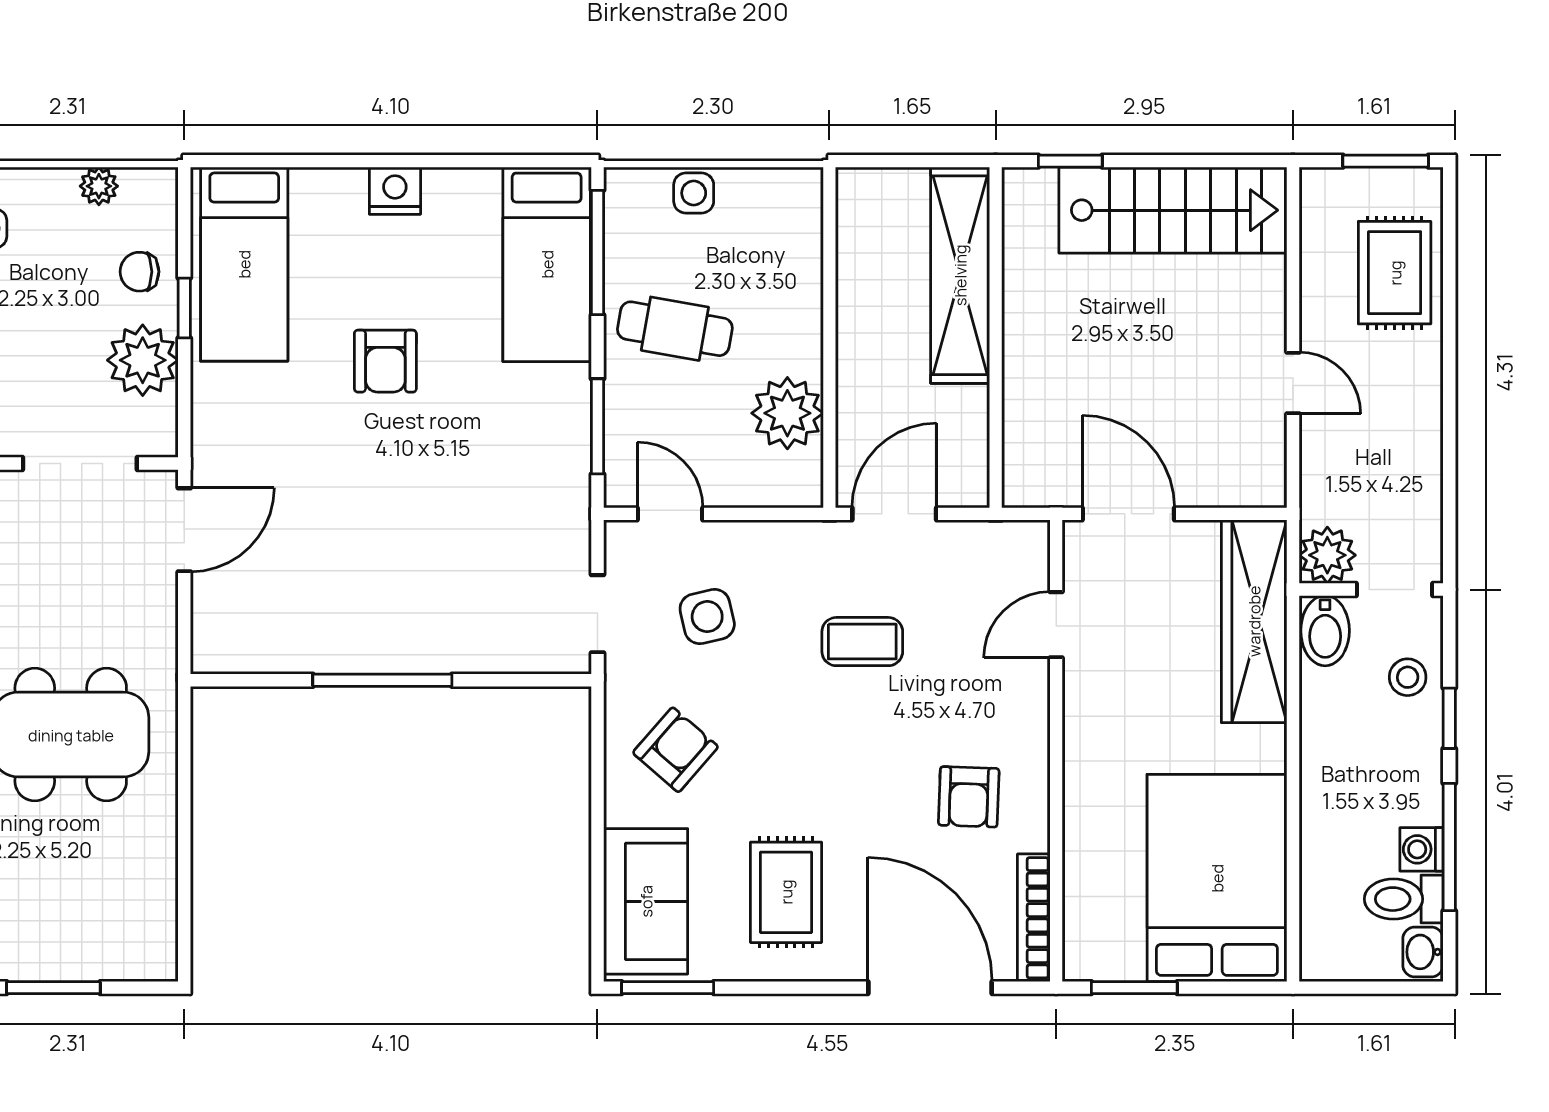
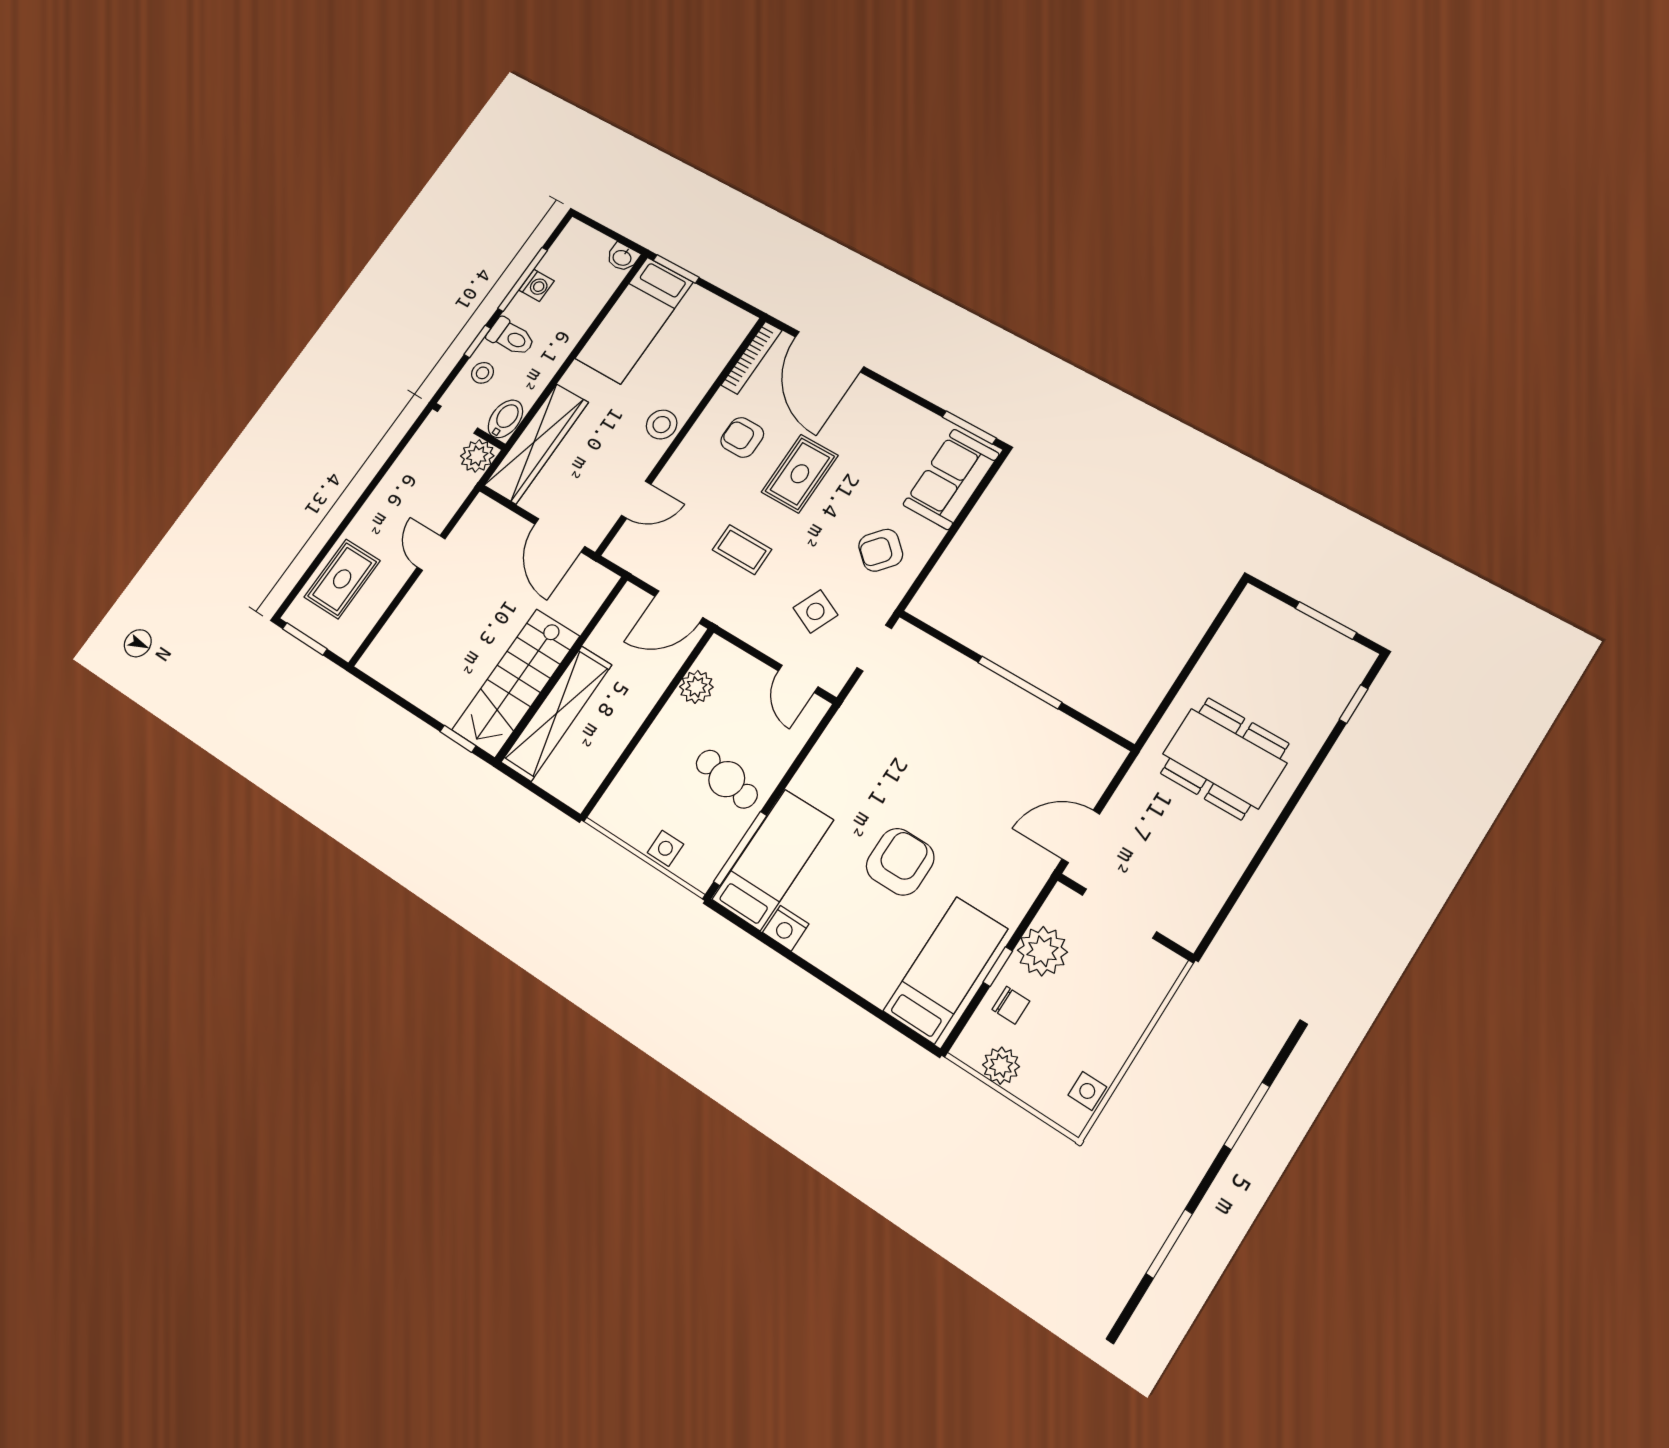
plant: (99, 186) -> (1001, 1066), width x1.38, depth x1.38
nightstand: (395, 191) -> (786, 928), moved
stairs: (1173, 210) -> (516, 683), moved, turned -90
armchair: (385, 361) -> (900, 862), width x1.38, depth x1.38
plant: (787, 413) -> (696, 687), width x0.73, depth x0.73
window: (597, 426) -> (805, 751), removed
side table: (707, 617) -> (815, 611), turned 37
stool: (1095, 750) -> (662, 425), added
armchair: (969, 797) -> (742, 437), turned -92
bed: (1217, 878) -> (634, 320), width x0.67
rug: (786, 892) -> (800, 474), moved
toilet: (1404, 899) -> (511, 337), moved
washbasin: (1423, 952) -> (622, 257), moved, turned 90
window: (1134, 988) -> (676, 269), moved

